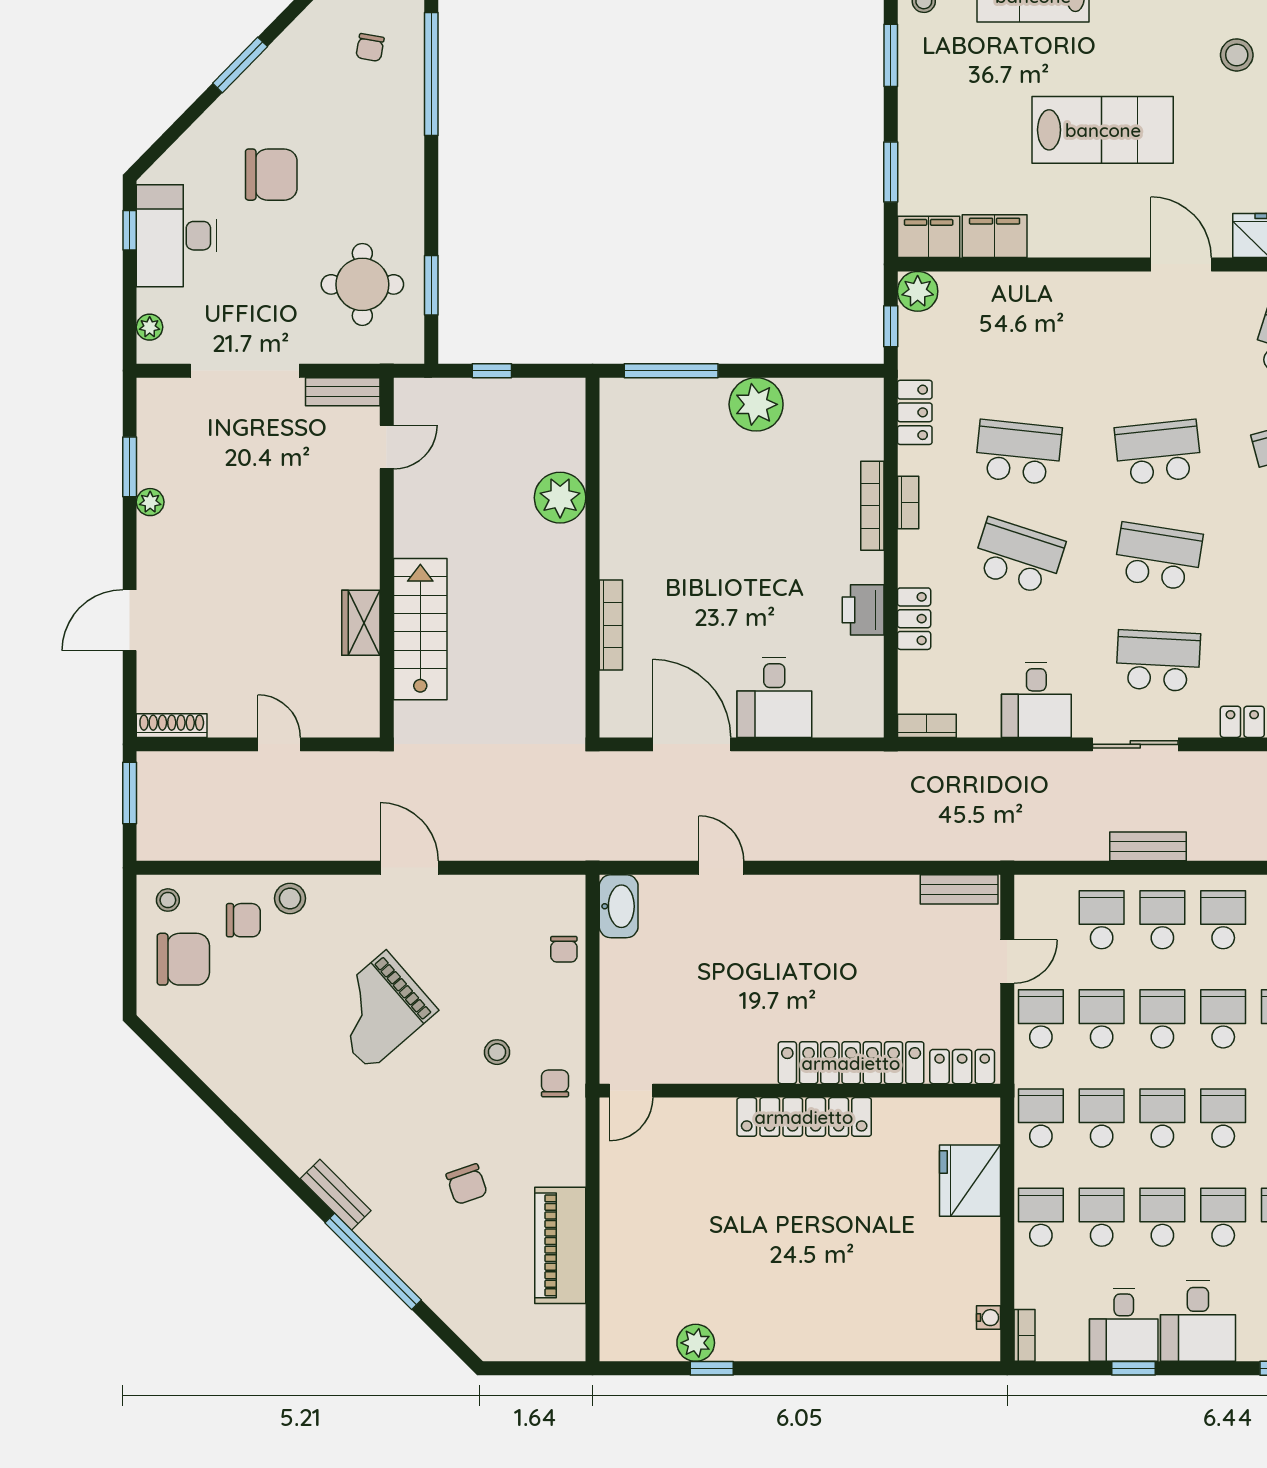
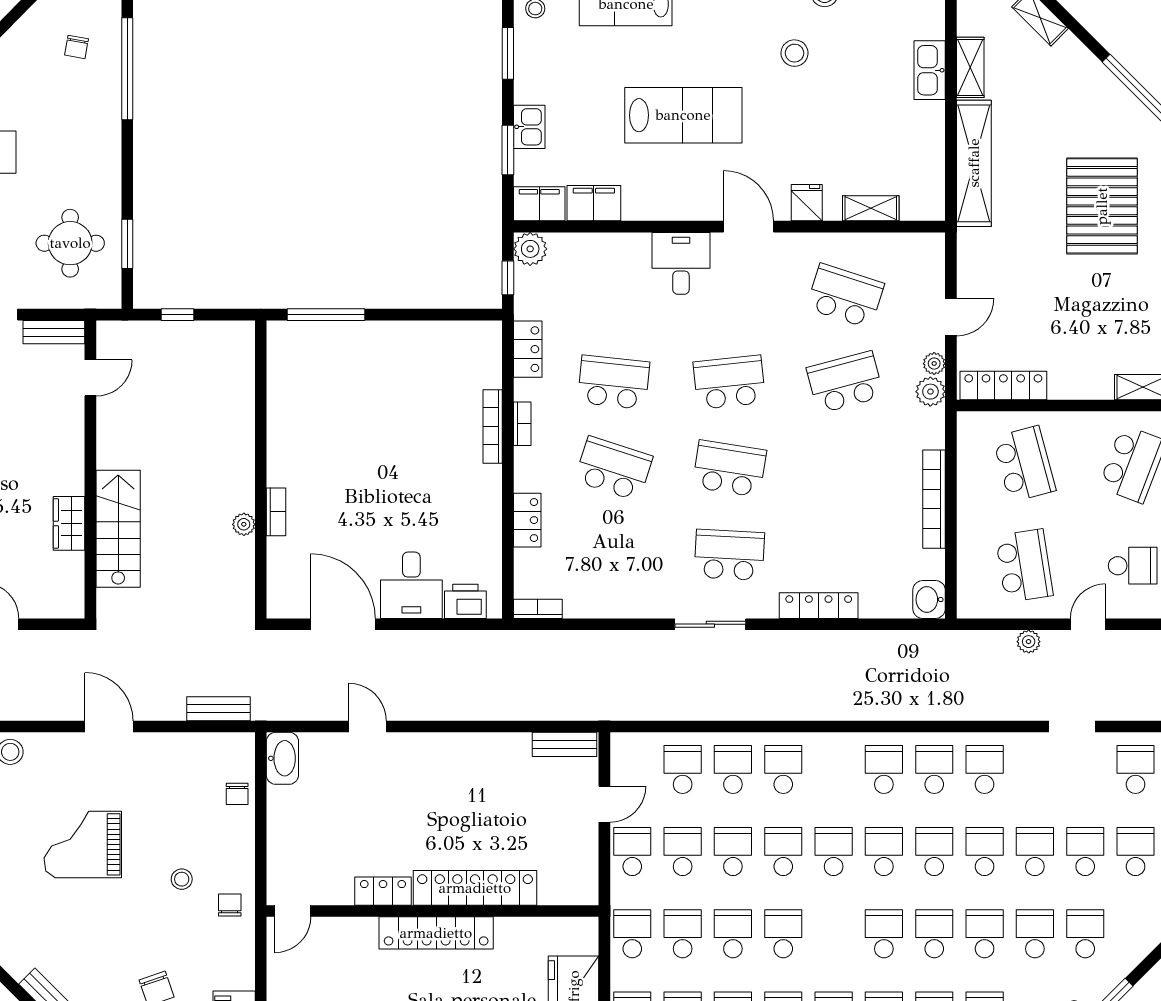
kitchen sink: (917, 144) -> (529, 127), added
plant: (756, 404) -> (396, 343), removed
plant: (560, 498) -> (244, 524), moved, width x0.53, depth x0.53
printer: (863, 610) -> (465, 601), moved, turned 90
bookcase: (611, 625) -> (276, 512), width x0.64
desk: (1036, 700) -> (681, 263), moved, turned 180
bench: (1148, 846) -> (218, 709), moved
grand piano: (378, 1010) -> (83, 844), turned 41
locker: (962, 1067) -> (383, 891), moved

